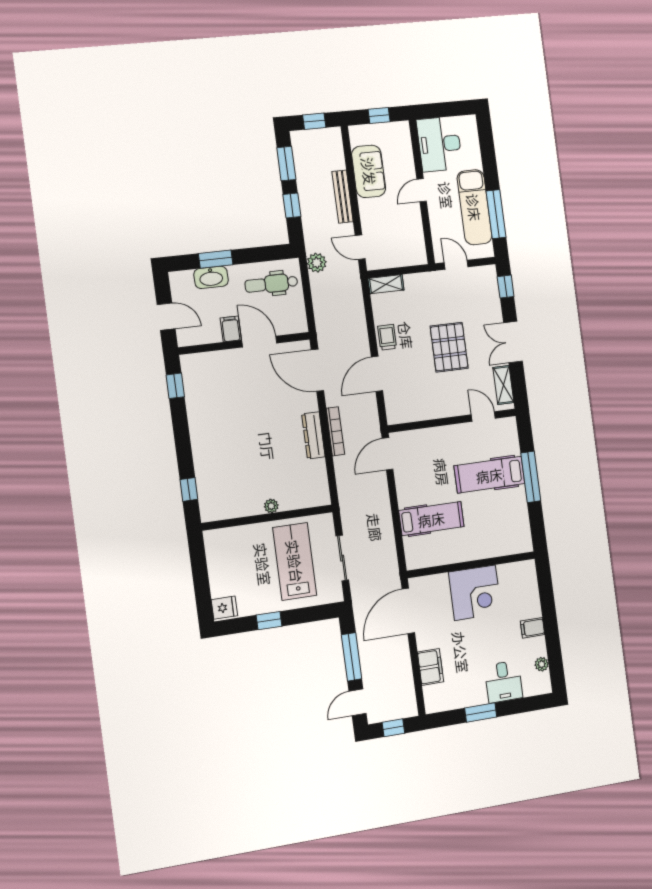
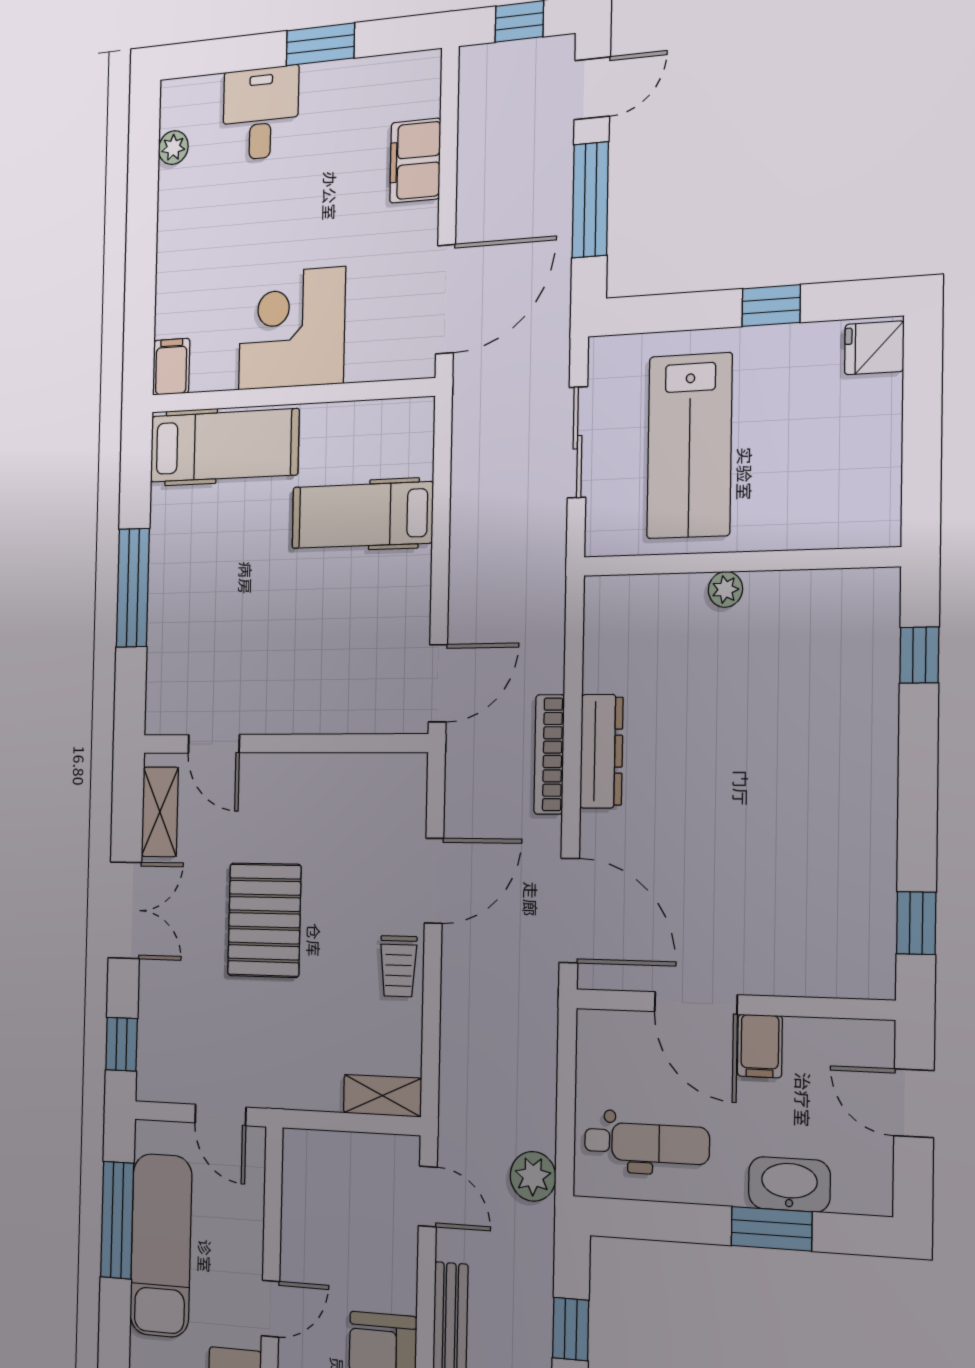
hospital bed: (489, 475) -> (224, 445), moved
filing cabinet: (533, 628) -> (171, 367), moved, turned -90

